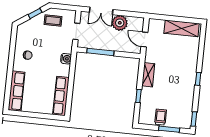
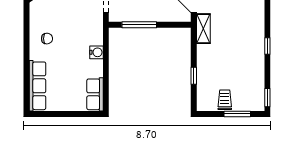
water cooler: (66, 59) -> (96, 52), moved
shelving: (148, 75) -> (203, 29), moved
row of seats: (61, 96) -> (95, 94), width x0.68

